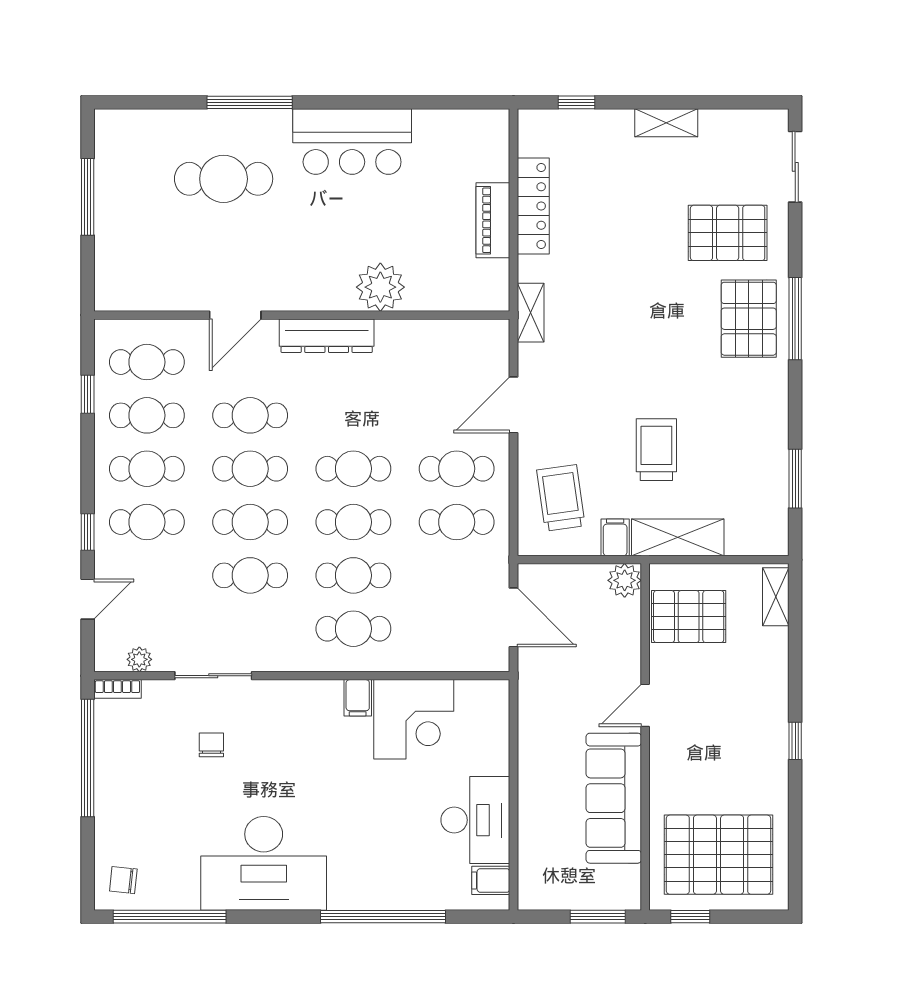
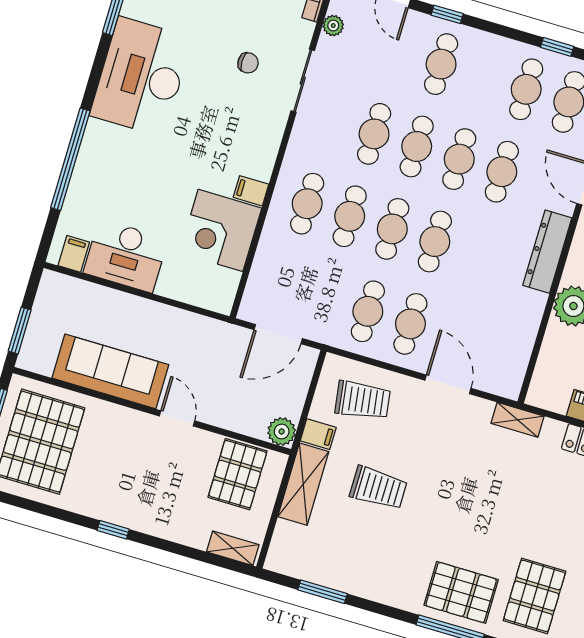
cafe table: (147, 469) -> (484, 77), removed

